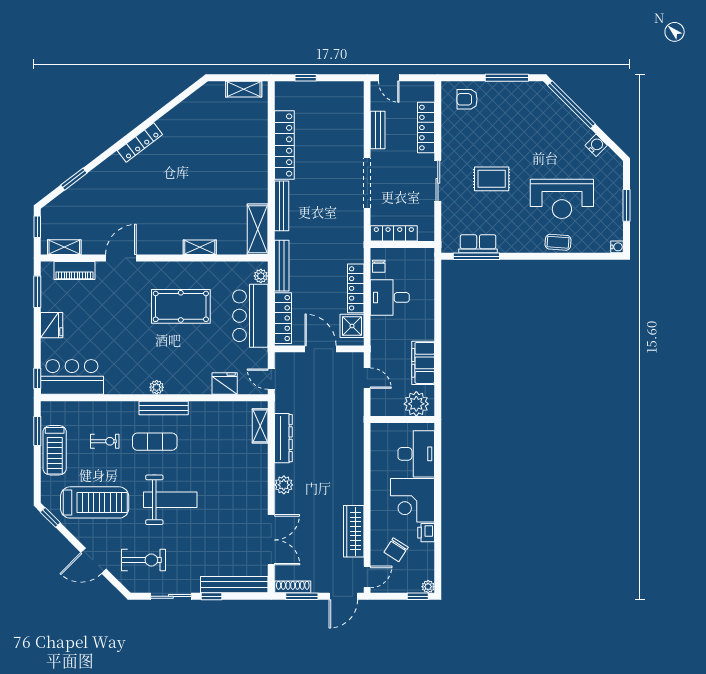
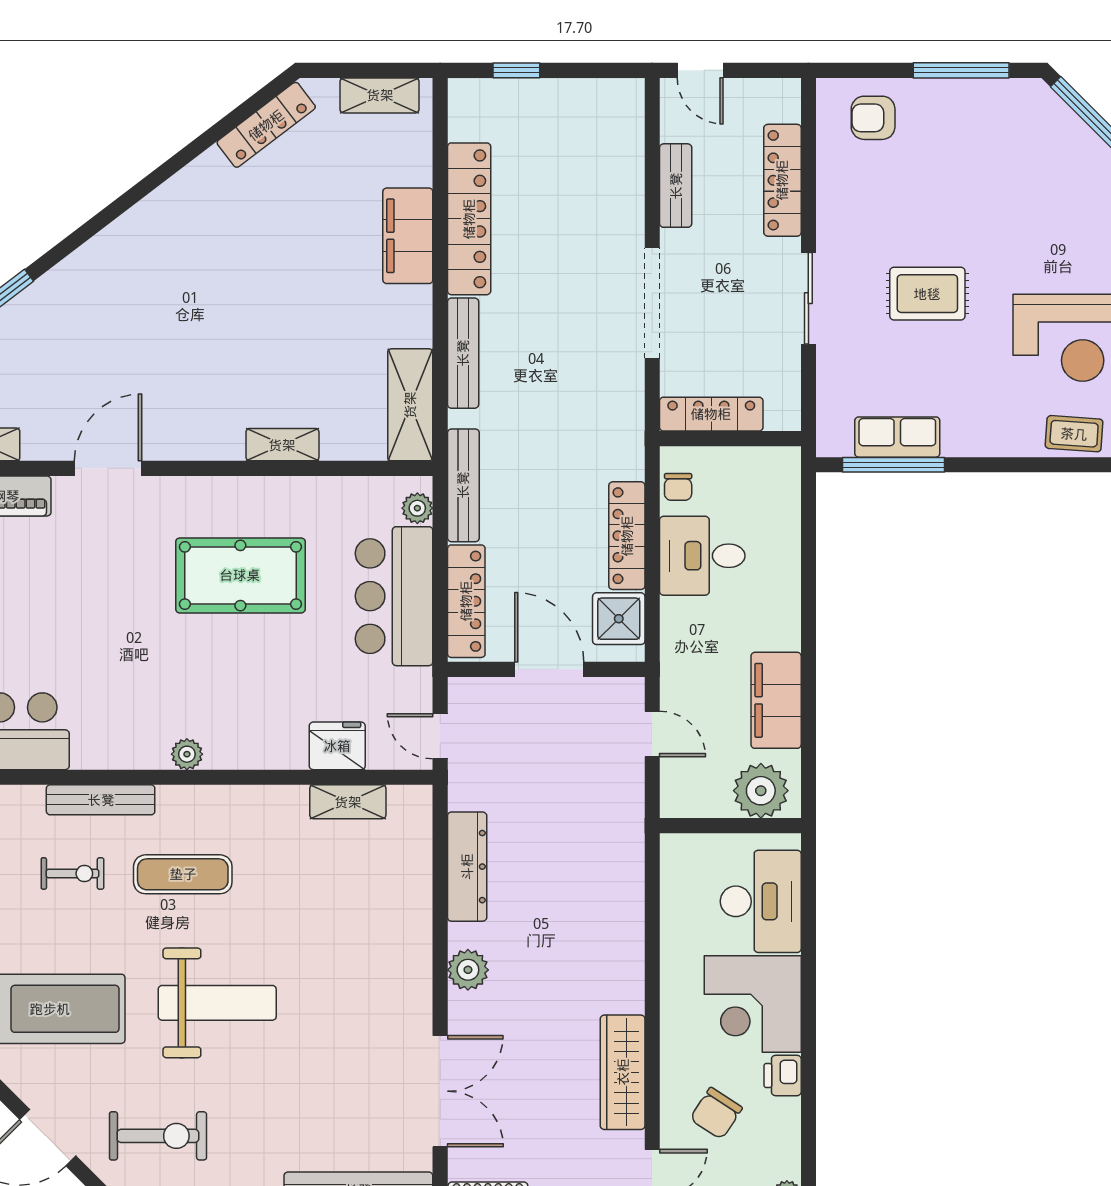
locker: (140, 143) -> (266, 125), moved
filing cabinet: (257, 153) -> (408, 236), added
bench: (164, 408) -> (101, 800), moved
shelving: (260, 426) -> (348, 802), moved, turned 90

